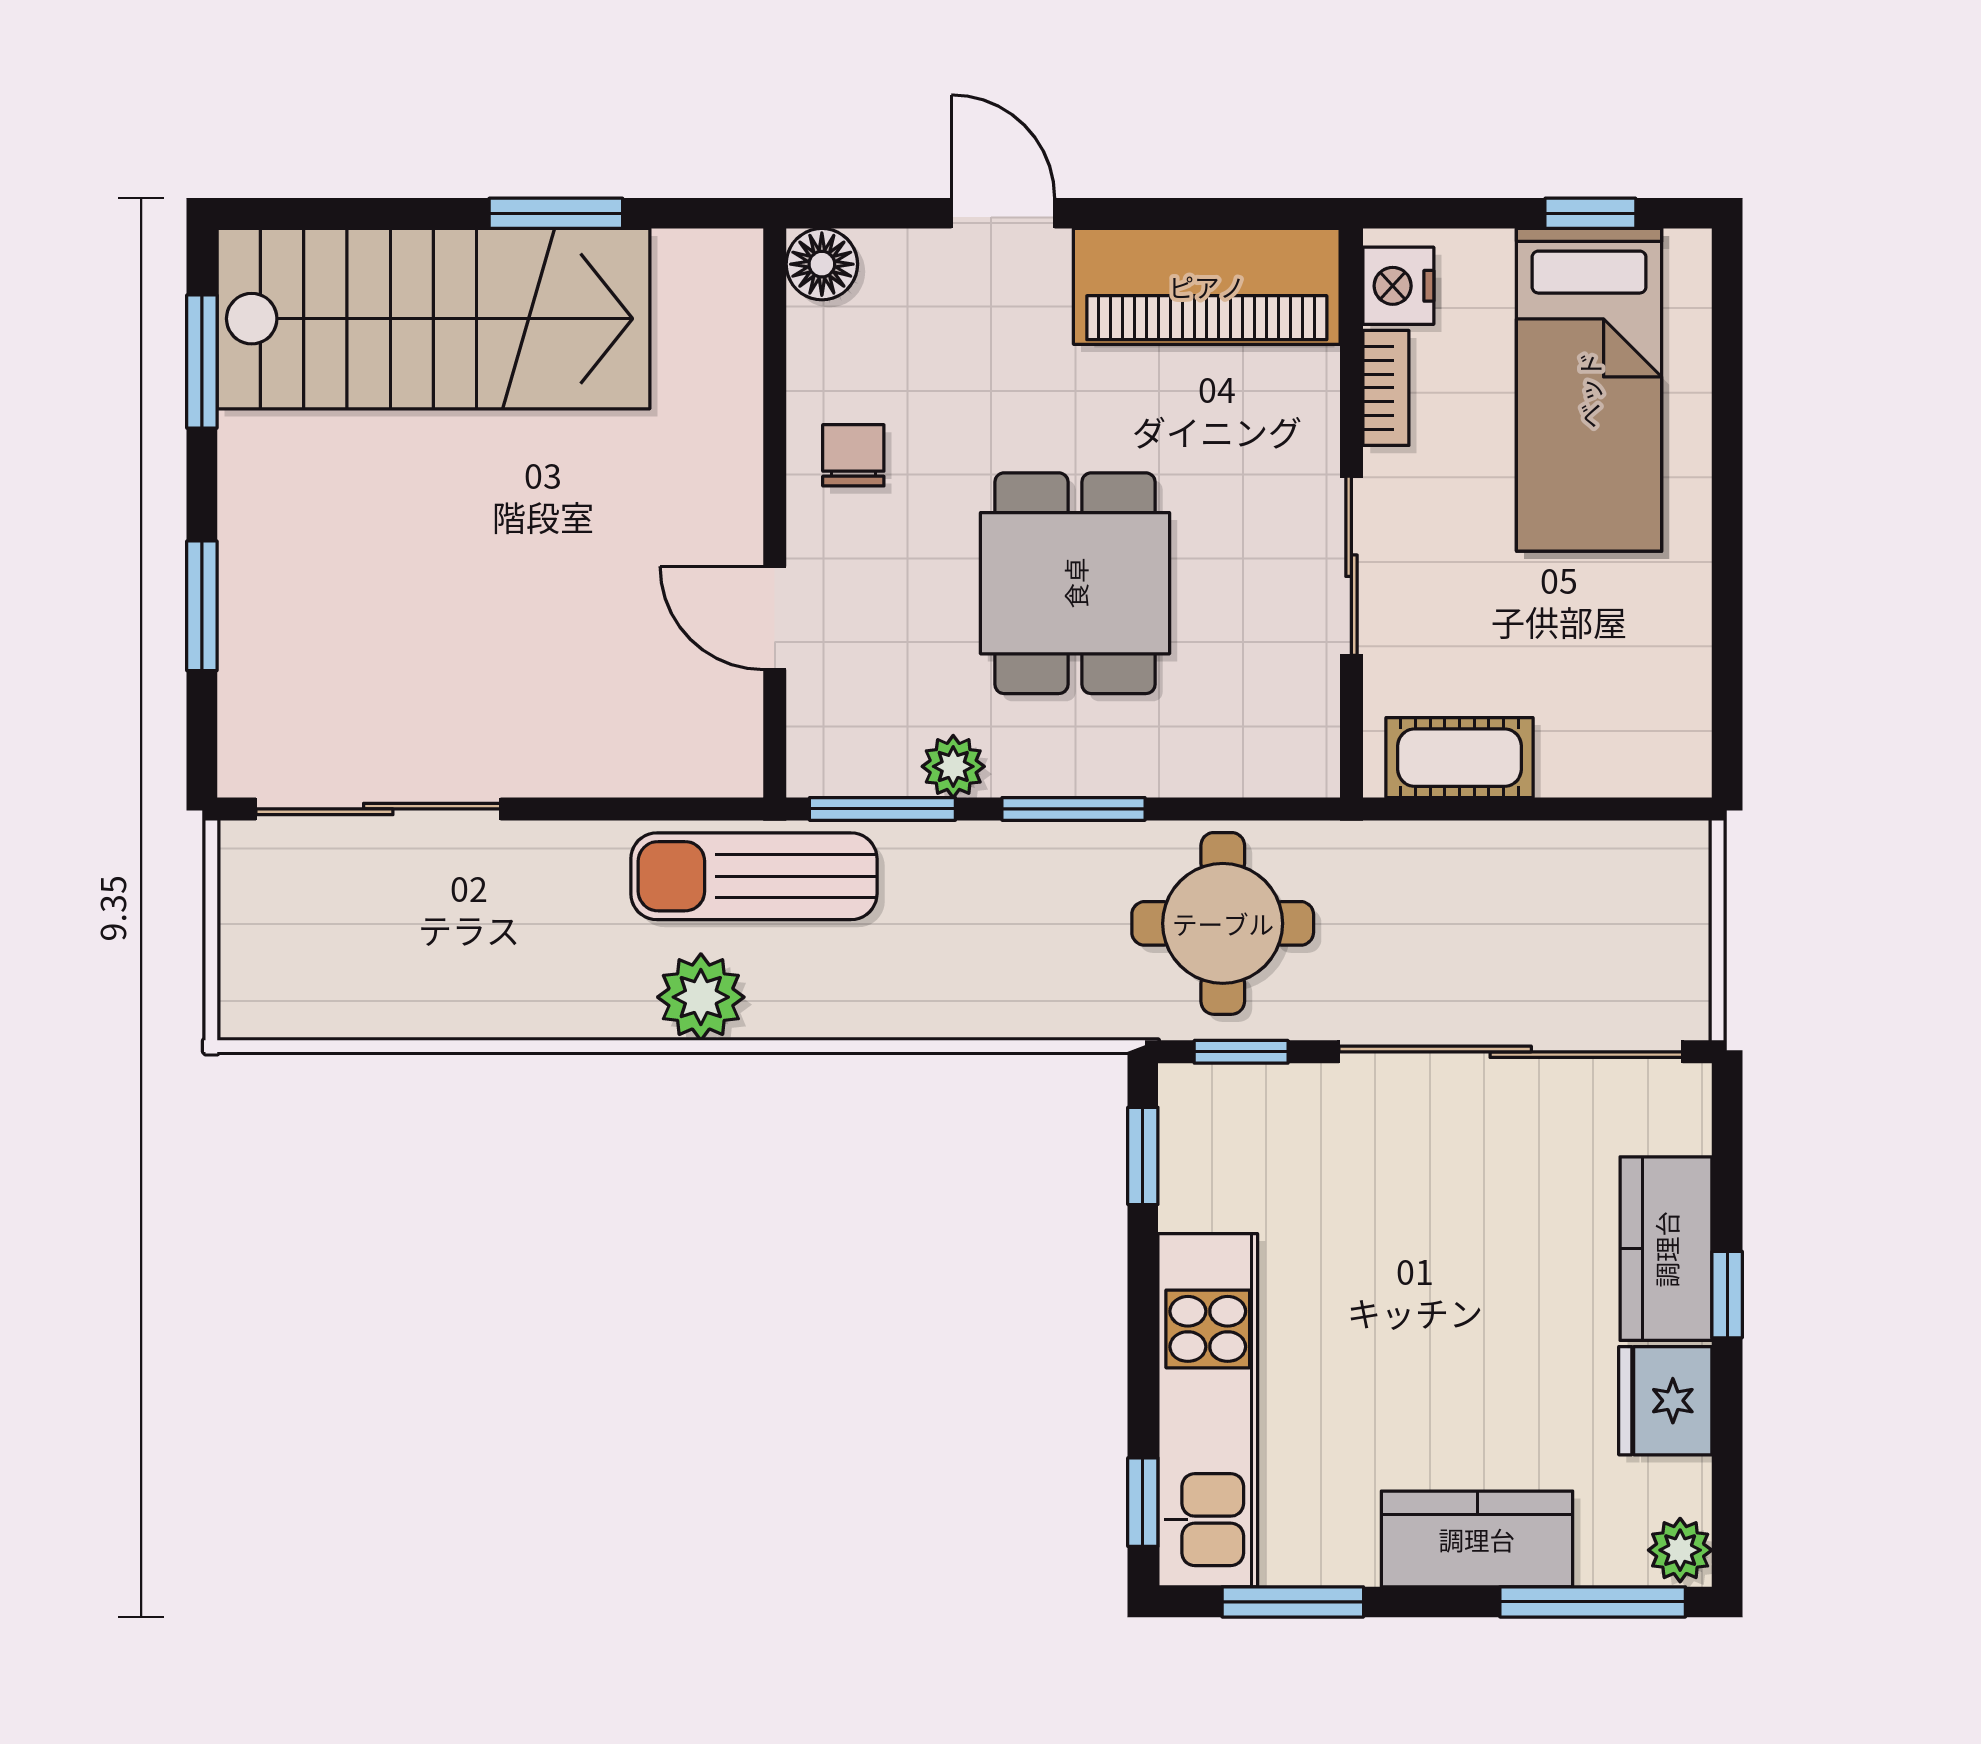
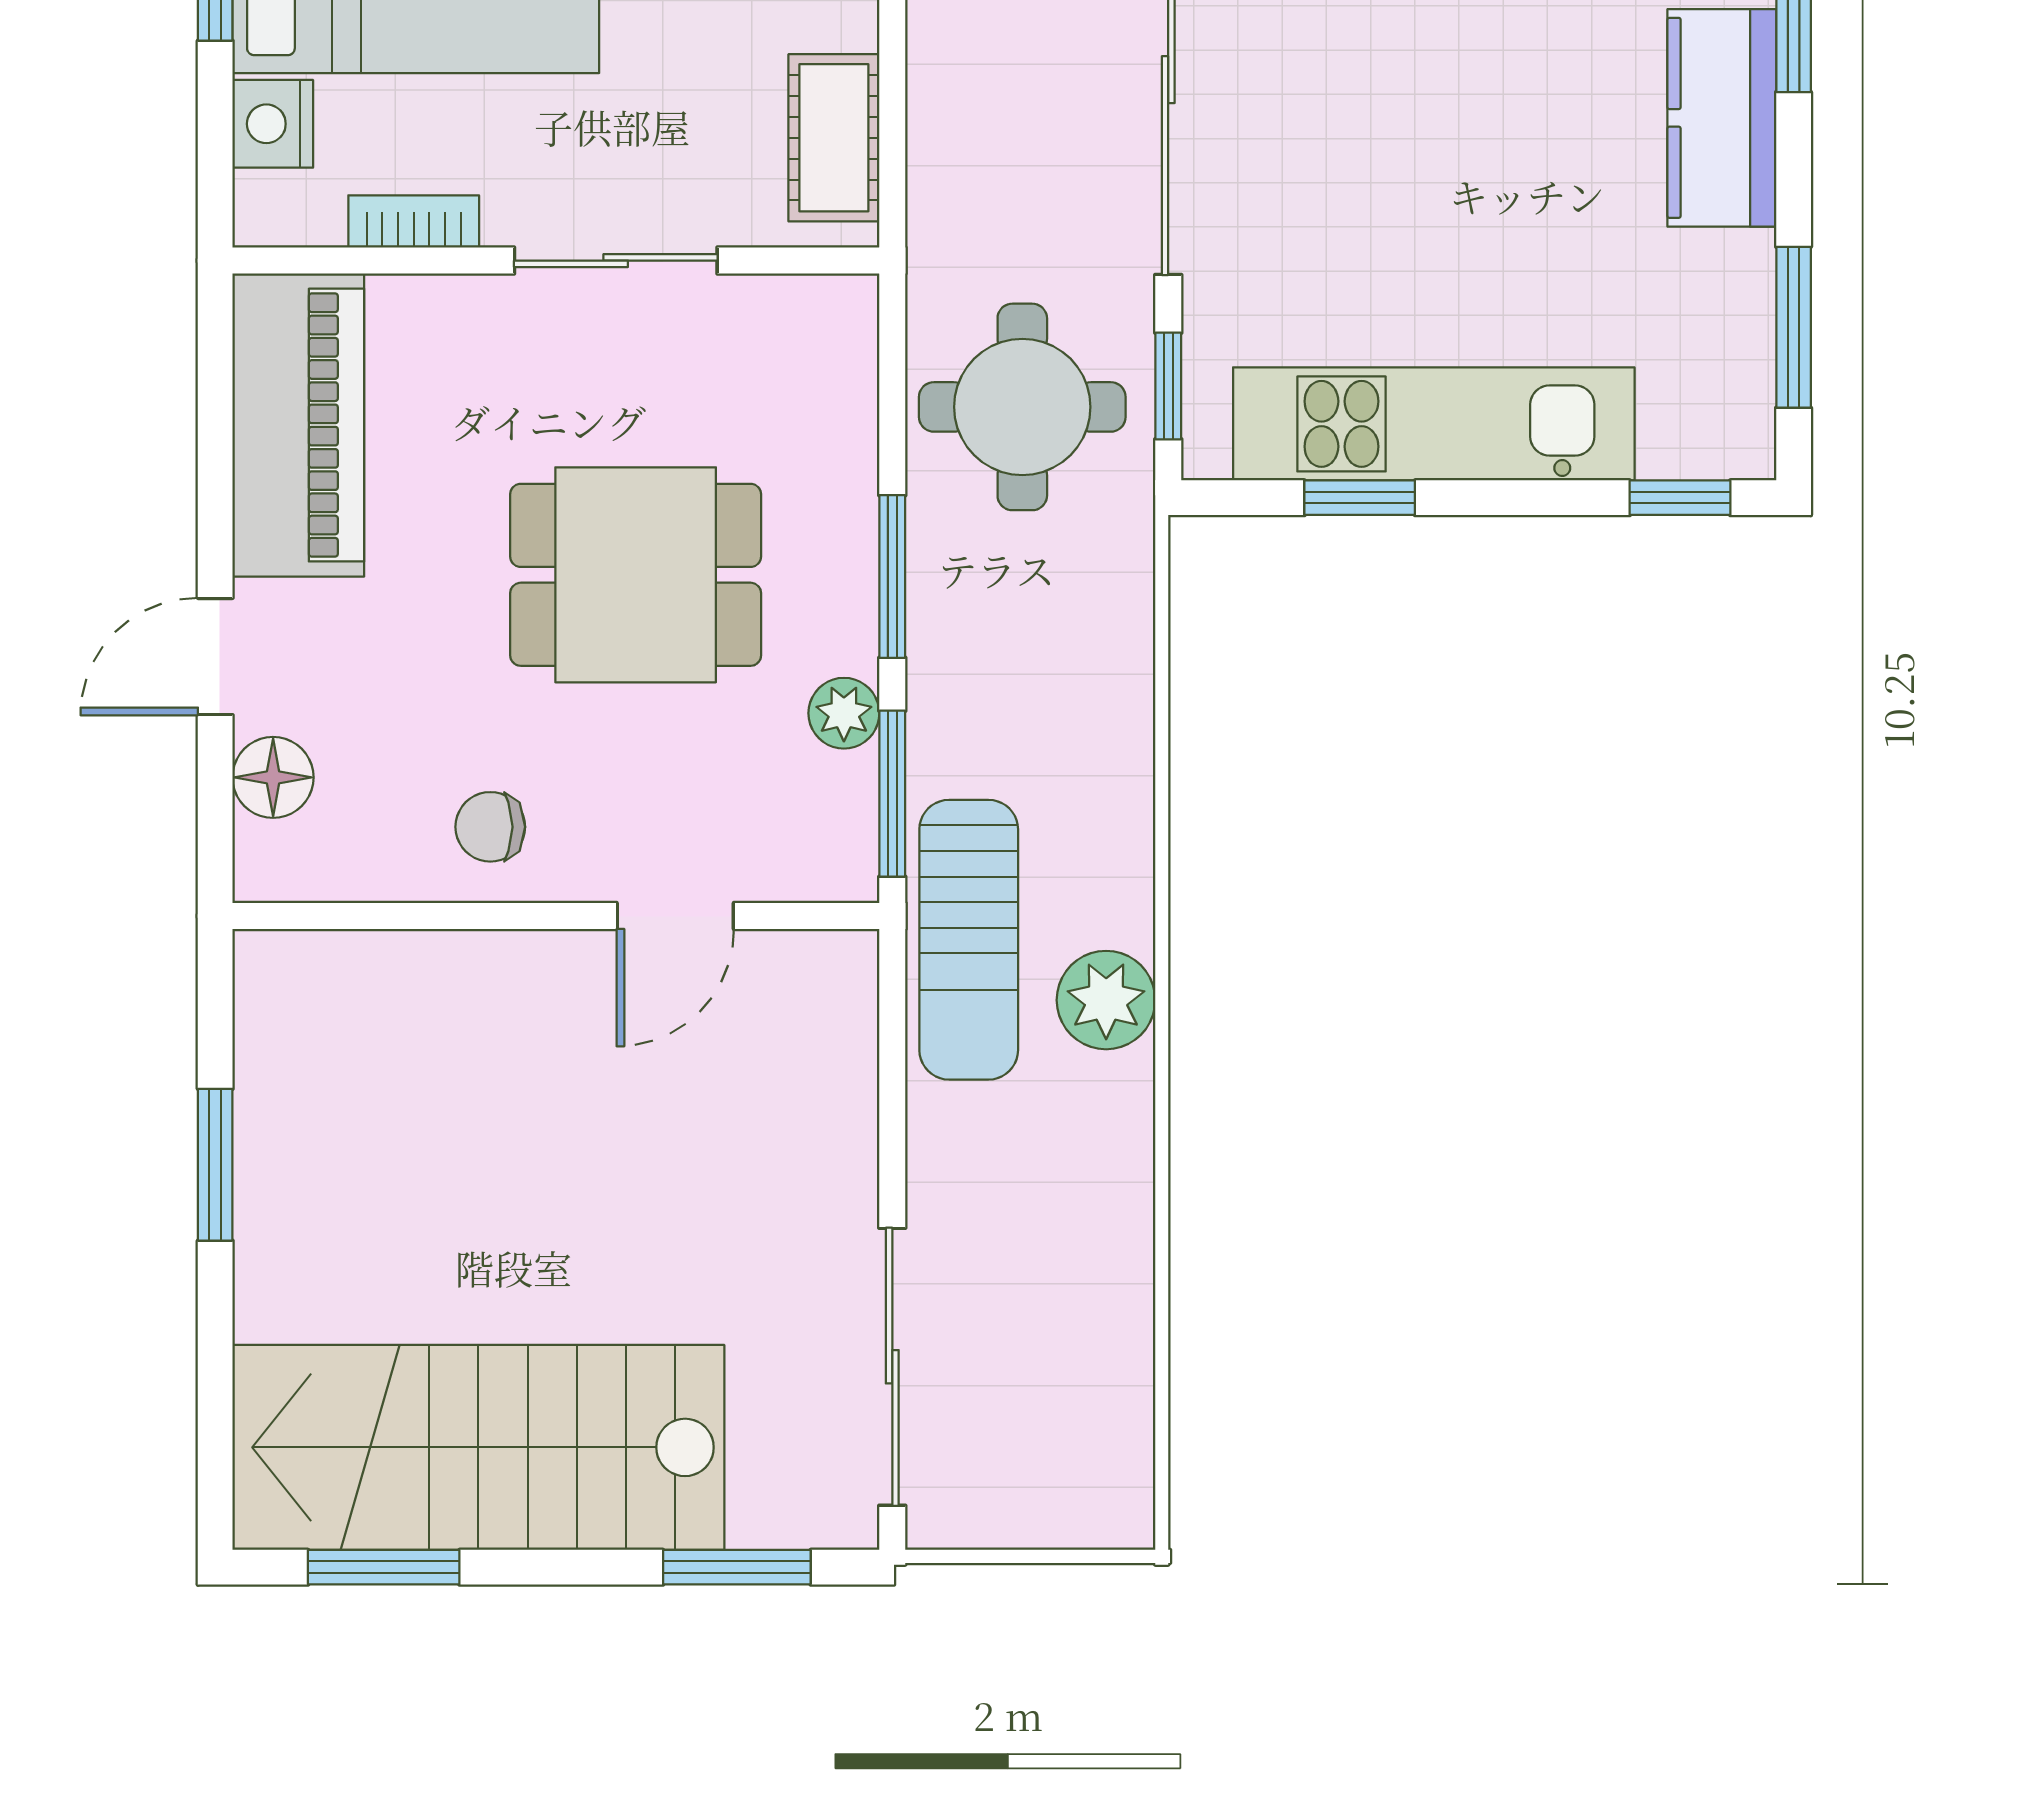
floor lamp: (822, 264) -> (273, 777), moved
nightstand: (1398, 286) -> (273, 124), moved, turned 90
stairs: (433, 319) -> (478, 1447), moved, turned -90
window: (202, 606) -> (737, 1567), moved
window: (1143, 1156) -> (1360, 498), moved
kitchen unit: (1208, 1410) -> (1434, 424), moved

